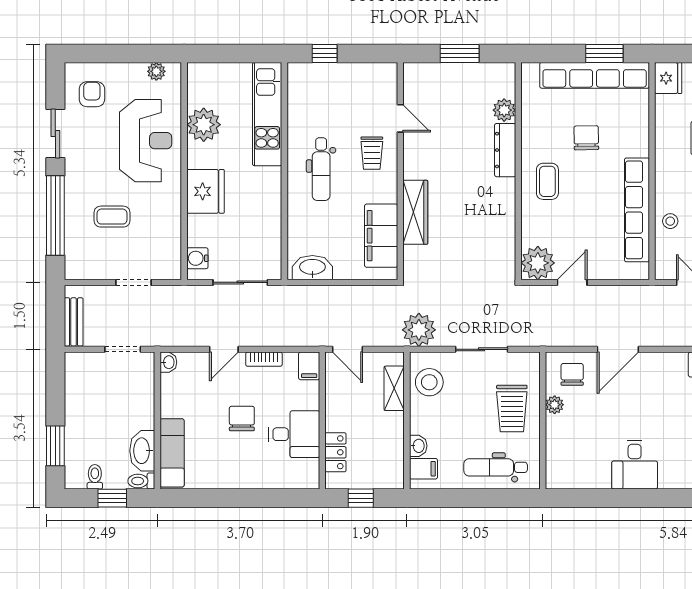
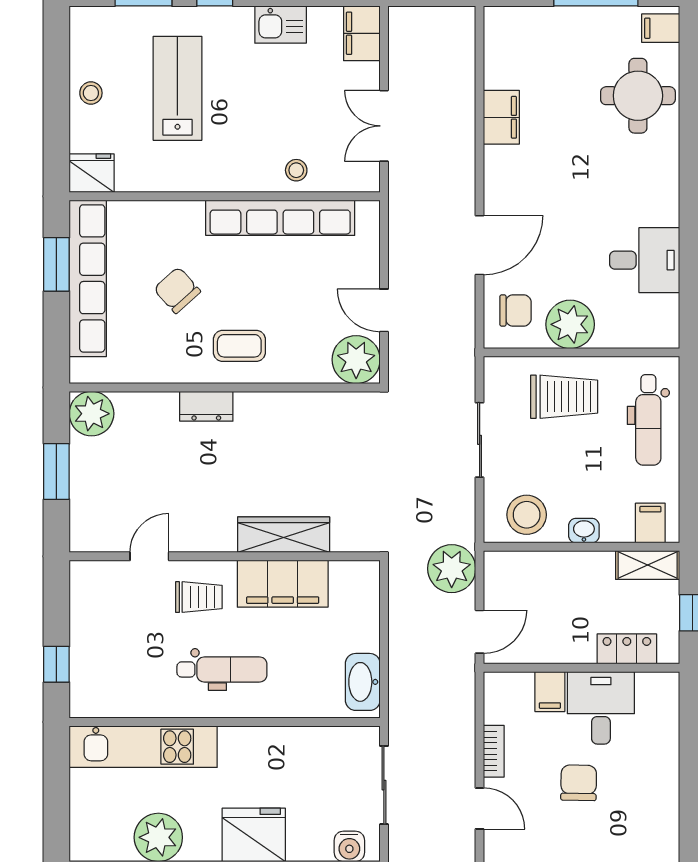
plant: (504, 110) -> (91, 414), moved, width x1.36, depth x1.36
chair: (586, 138) -> (177, 290), turned 49
dresser: (505, 150) -> (206, 406), width x0.70
filing cabinet: (381, 236) -> (283, 584), moved
plant: (419, 330) -> (452, 569), moved
door: (618, 349) -> (480, 245), hinge flipped
filing cabinet: (309, 366) -> (550, 692), moved, turned 90
chair: (572, 374) -> (515, 310), turned 180
shelving: (394, 388) -> (648, 565), moved
plant: (555, 405) -> (570, 324), width x1.87, depth x1.87
chair: (242, 419) -> (579, 783), turned 91
washbasin: (418, 446) -> (584, 531), moved
desk: (635, 465) -> (645, 260), moved

